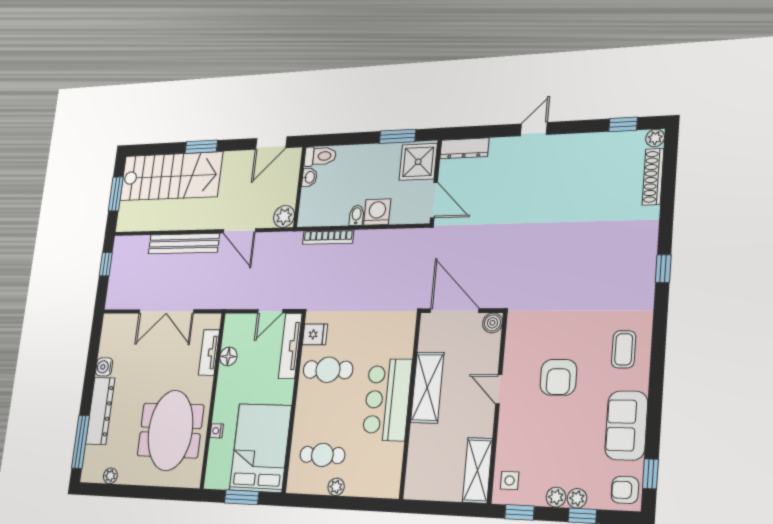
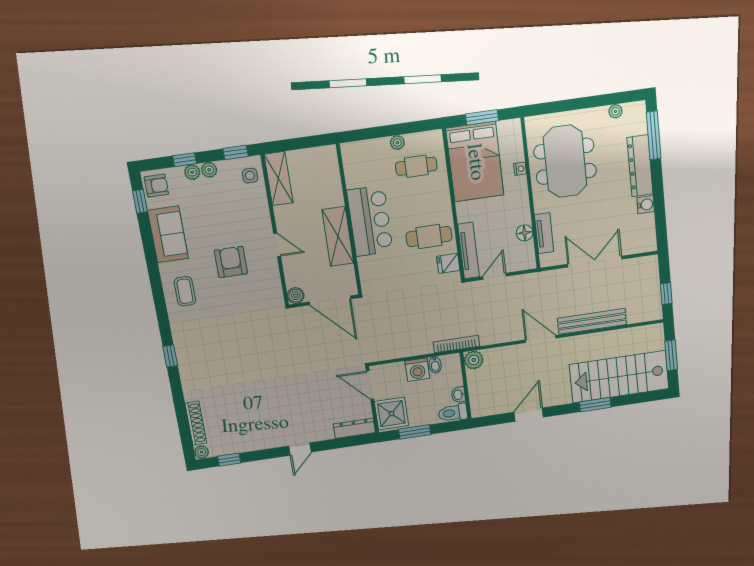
toilet: (320, 156) -> (453, 413), moved
washbasin: (309, 177) -> (458, 395), moved
wall: (300, 187) -> (465, 386), moved
plant: (284, 216) -> (474, 360), moved

